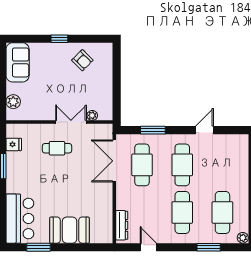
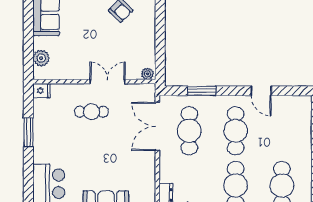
plant: (92, 115) -> (147, 74), moved
door: (204, 130) -> (261, 91), swing flipped
fridge: (14, 144) -> (42, 91), moved

